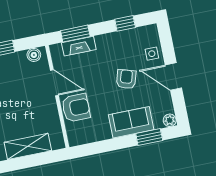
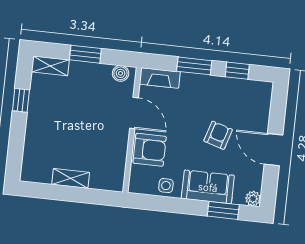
window: (75, 34) -> (194, 66), moved
fireplace: (79, 46) -> (160, 78), moved
side table: (152, 54) -> (166, 186), moved
shelving: (28, 146) -> (71, 178), width x0.67, depth x0.75

